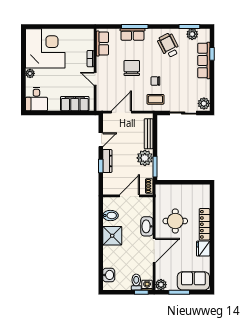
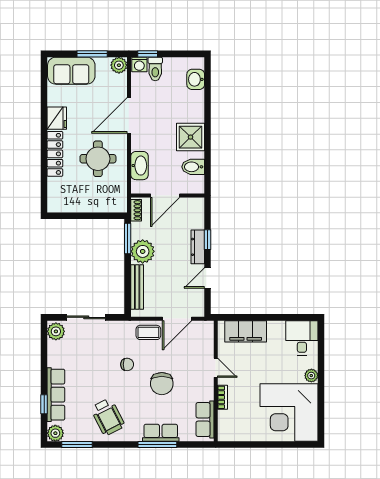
plant: (192, 34) -> (55, 433), moved
coffee table: (155, 99) -> (148, 332), moved
washbasin: (147, 226) -> (140, 166), moved

